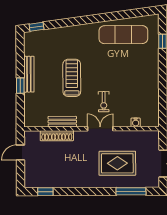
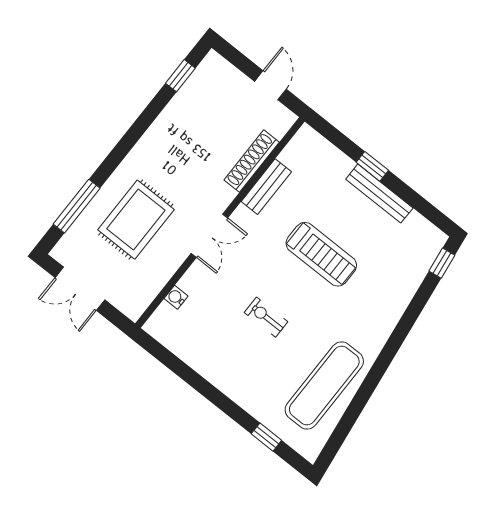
exercise bike: (104, 102) -> (266, 317), moved

